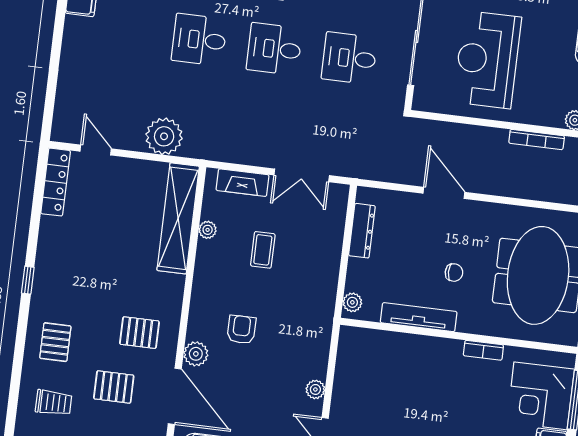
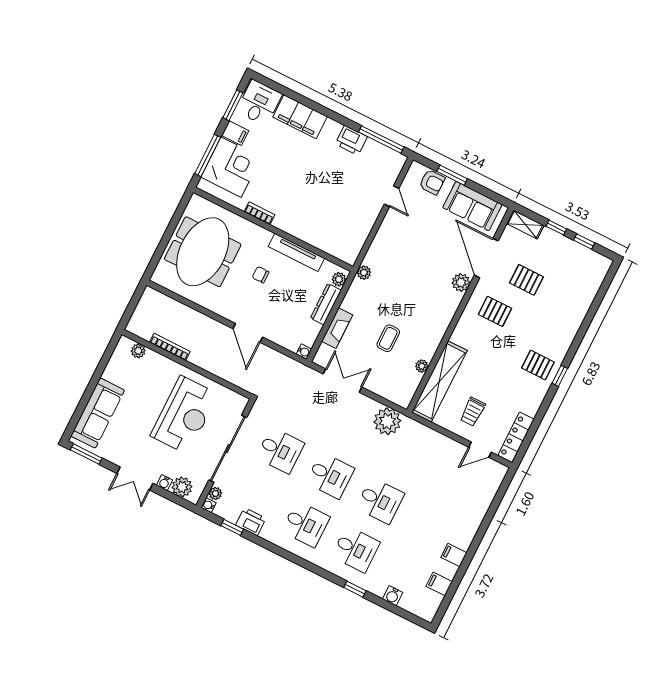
plant: (164, 136) -> (387, 421), moved
door: (96, 150) -> (480, 450), hinge flipped
fireplace: (243, 183) -> (337, 328), moved, turned 90
water cooler: (364, 195) -> (304, 352), added
dresser: (362, 231) -> (326, 304), moved
armchair: (241, 330) -> (423, 288), removed
pallet: (55, 342) -> (538, 365), moved, turned 90
plant: (315, 389) -> (364, 273), moved
trolley: (54, 403) -> (473, 412), moved, turned -90

